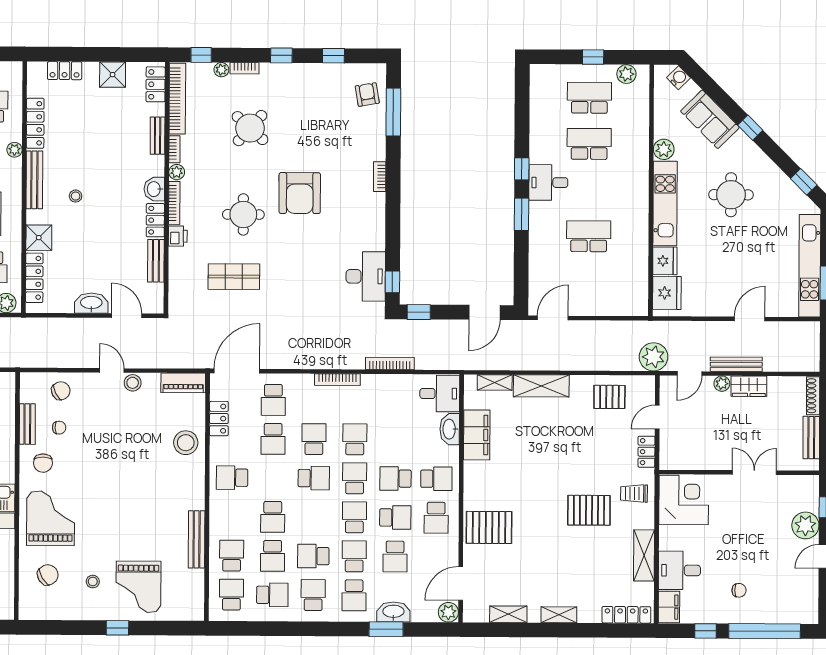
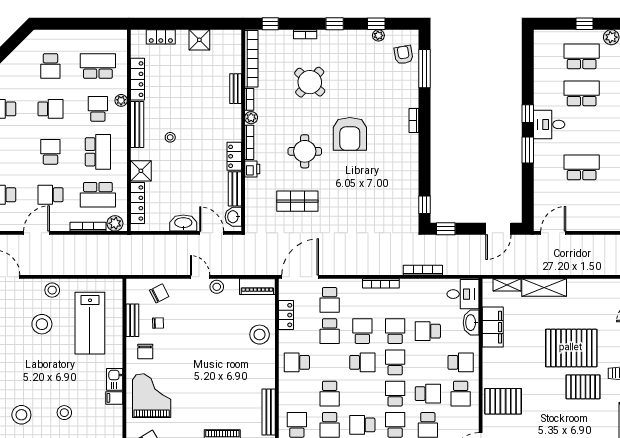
plant: (221, 70) -> (378, 35), moved
locker: (156, 84) -> (234, 47), removed
washbasin: (154, 189) -> (233, 217), moved
desk: (366, 276) -> (403, 200), removed
pallet: (609, 397) -> (571, 348), moved, width x2.05, depth x2.00
school desk: (395, 479) -> (428, 331), moved

